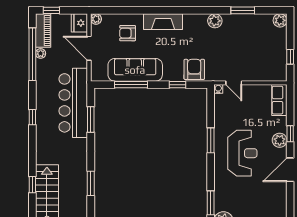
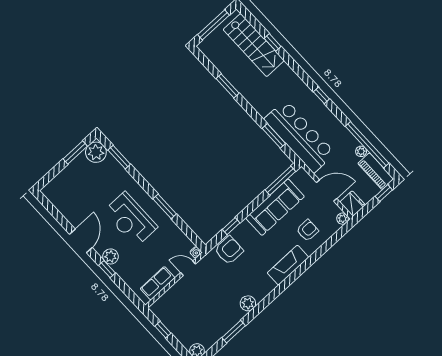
armchair: (194, 69) -> (229, 250), turned -90
window: (131, 85) -> (280, 181), moved
row of seats: (279, 100) -> (158, 283), moved, turned -90

